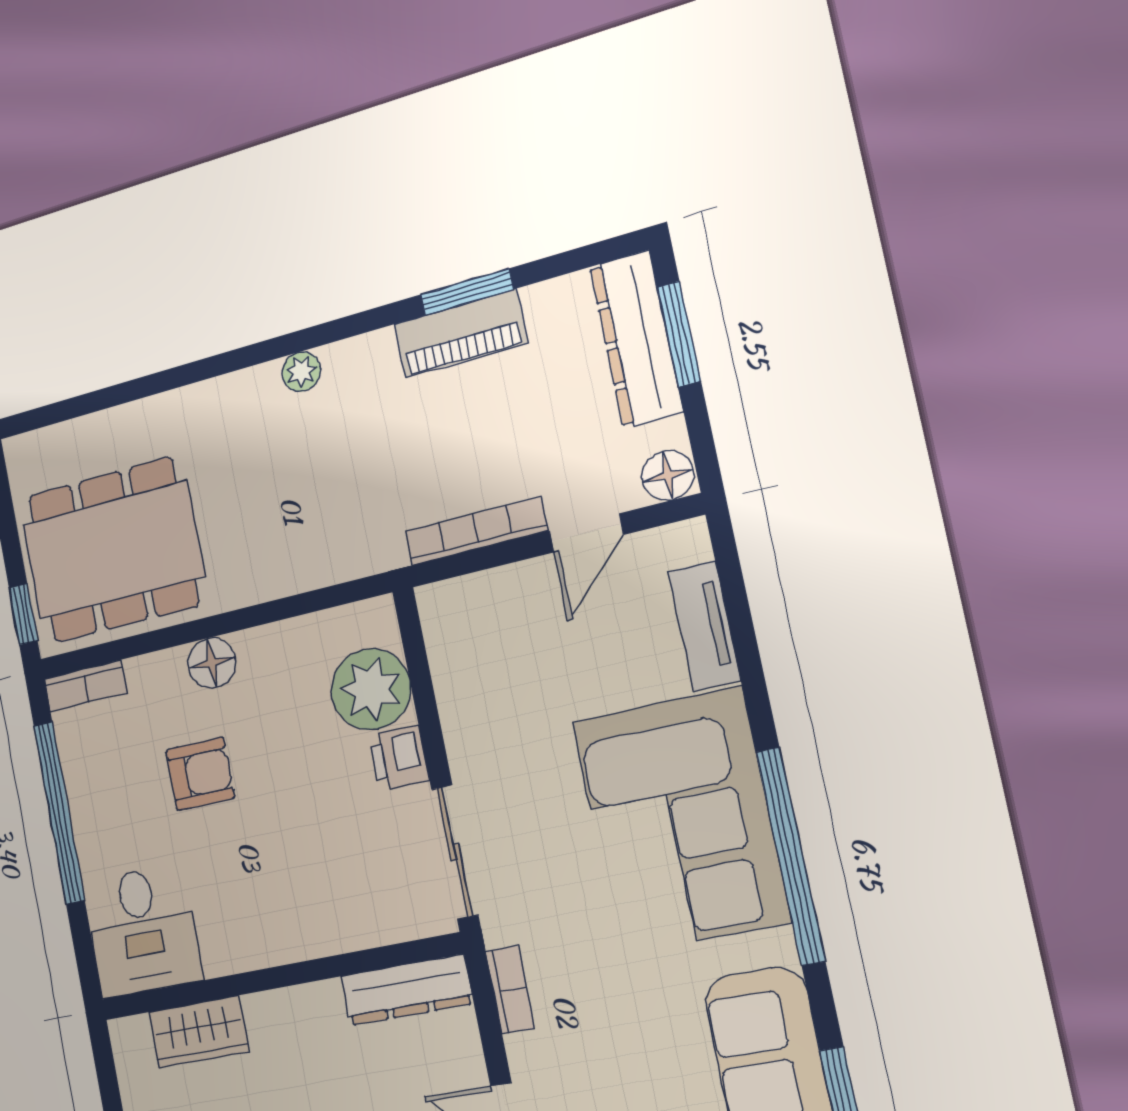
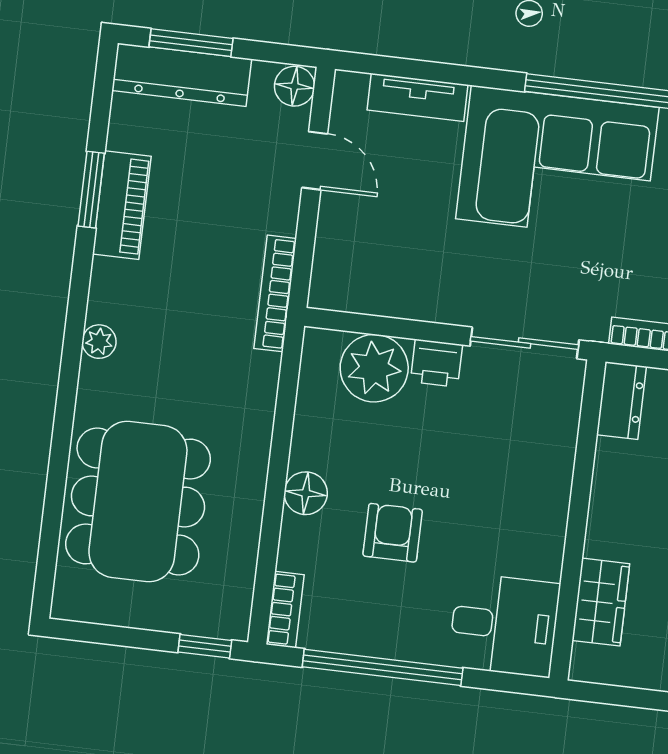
bookcase: (476, 531) -> (275, 293), moved
dining table: (113, 550) -> (138, 501), moved
dresser: (407, 990) -> (621, 401), width x0.70

